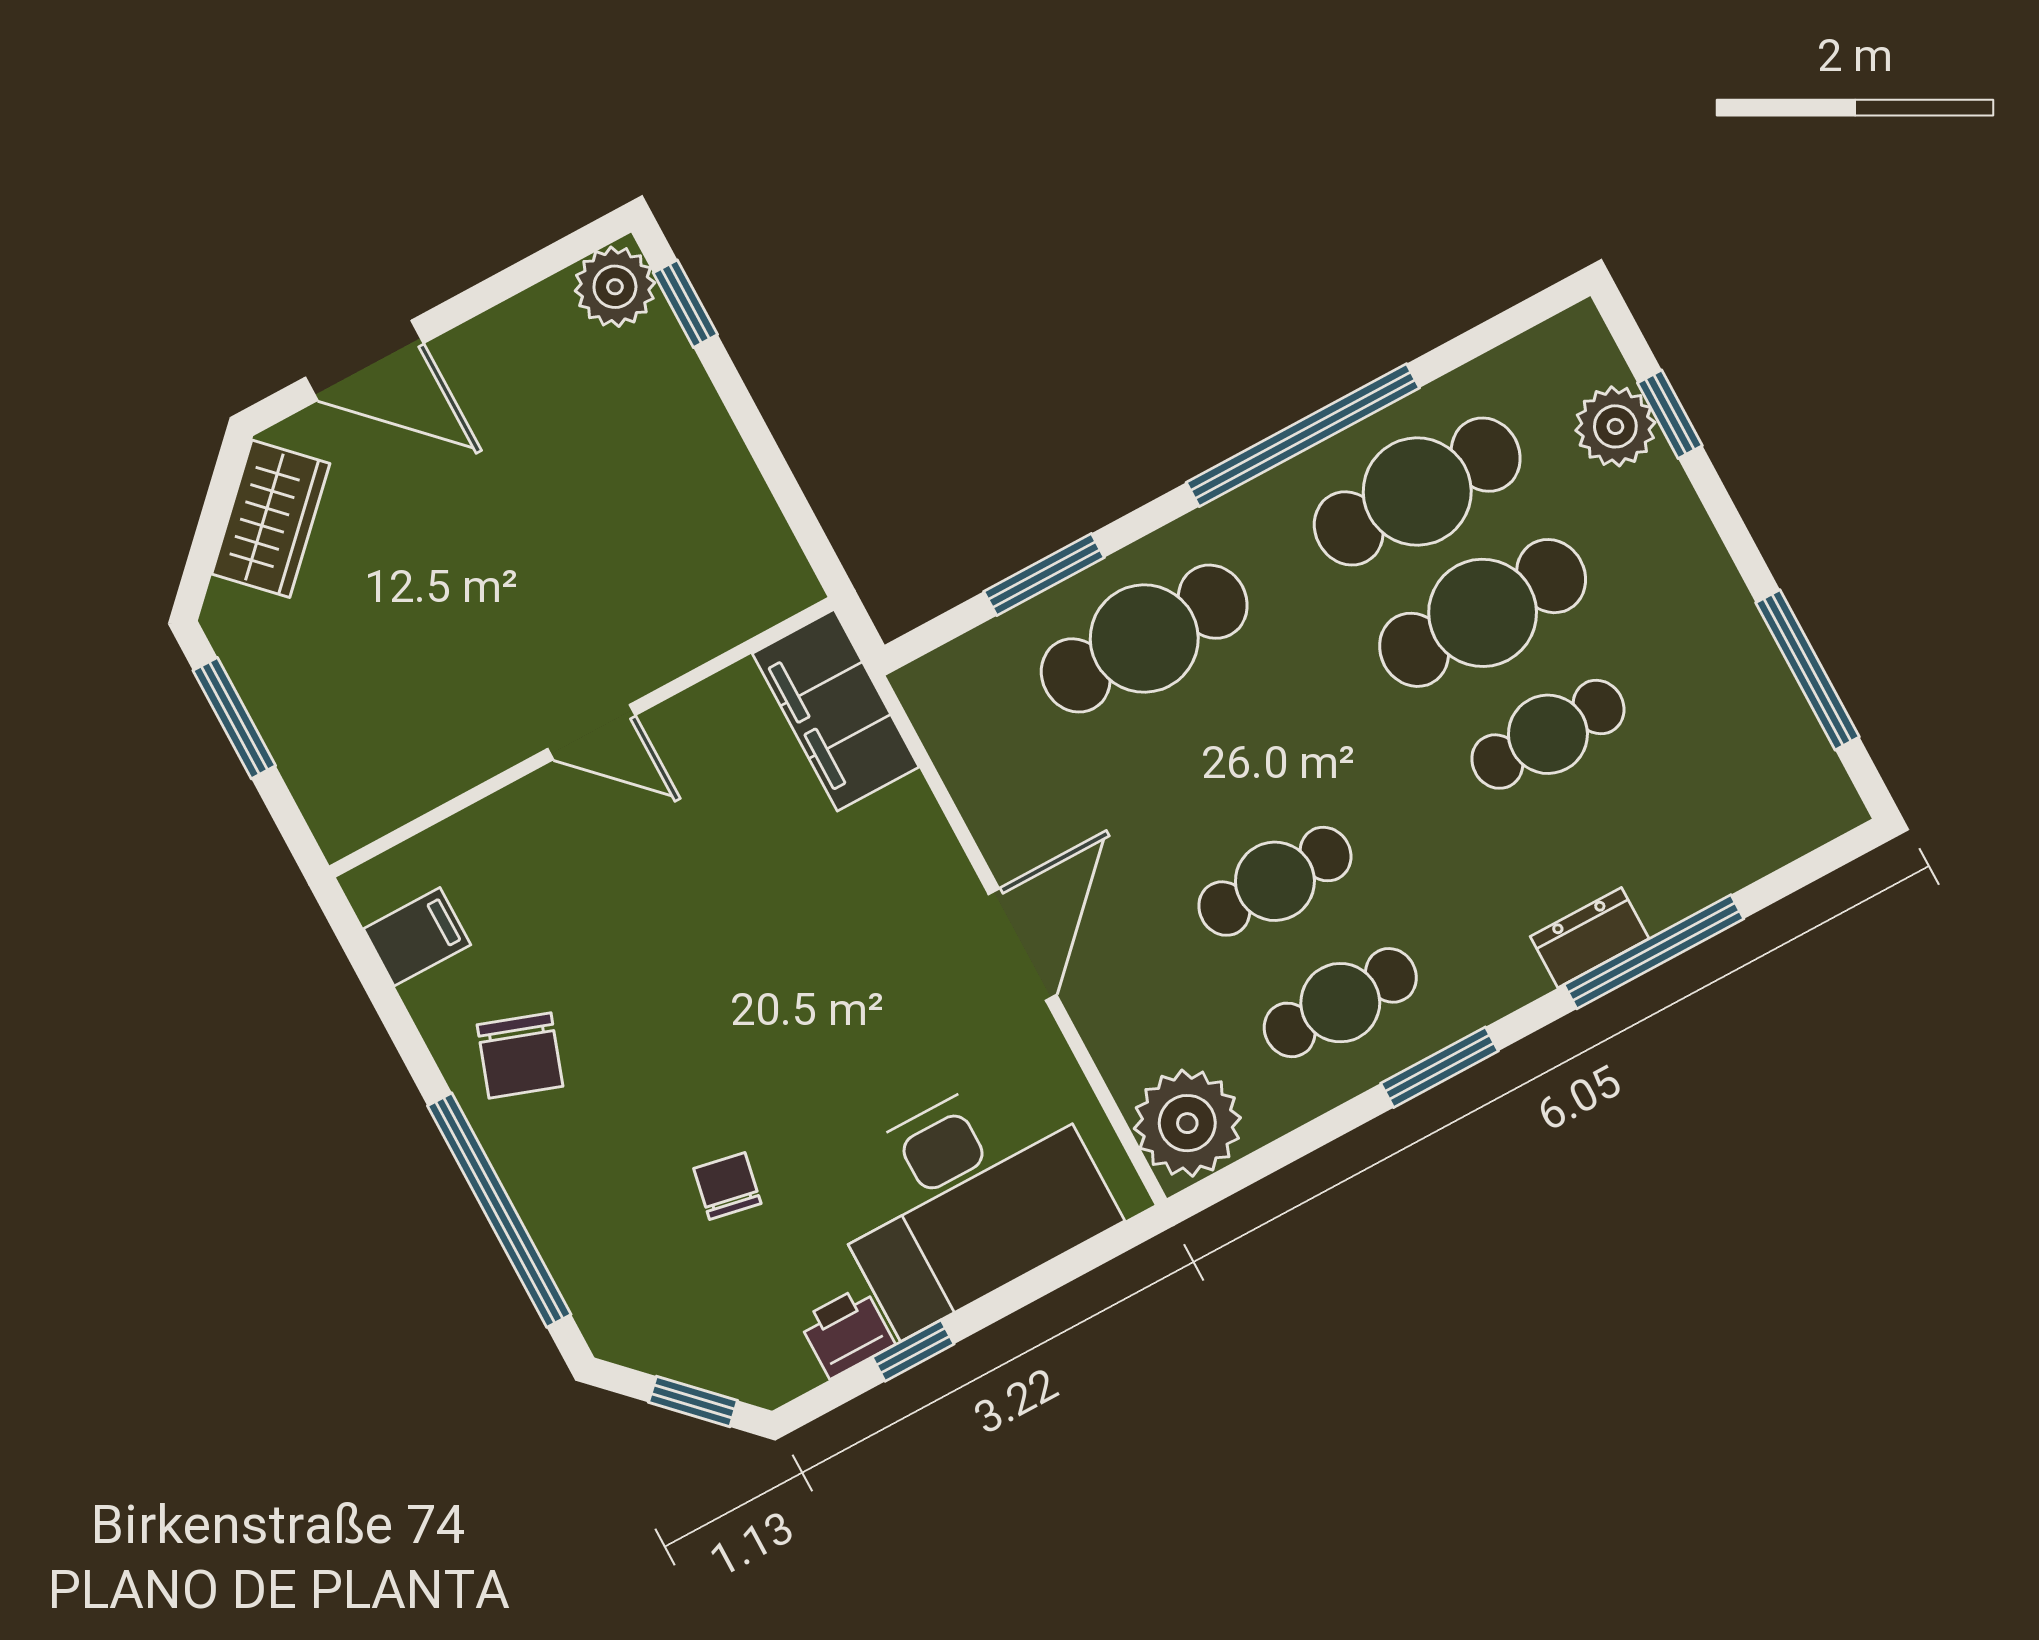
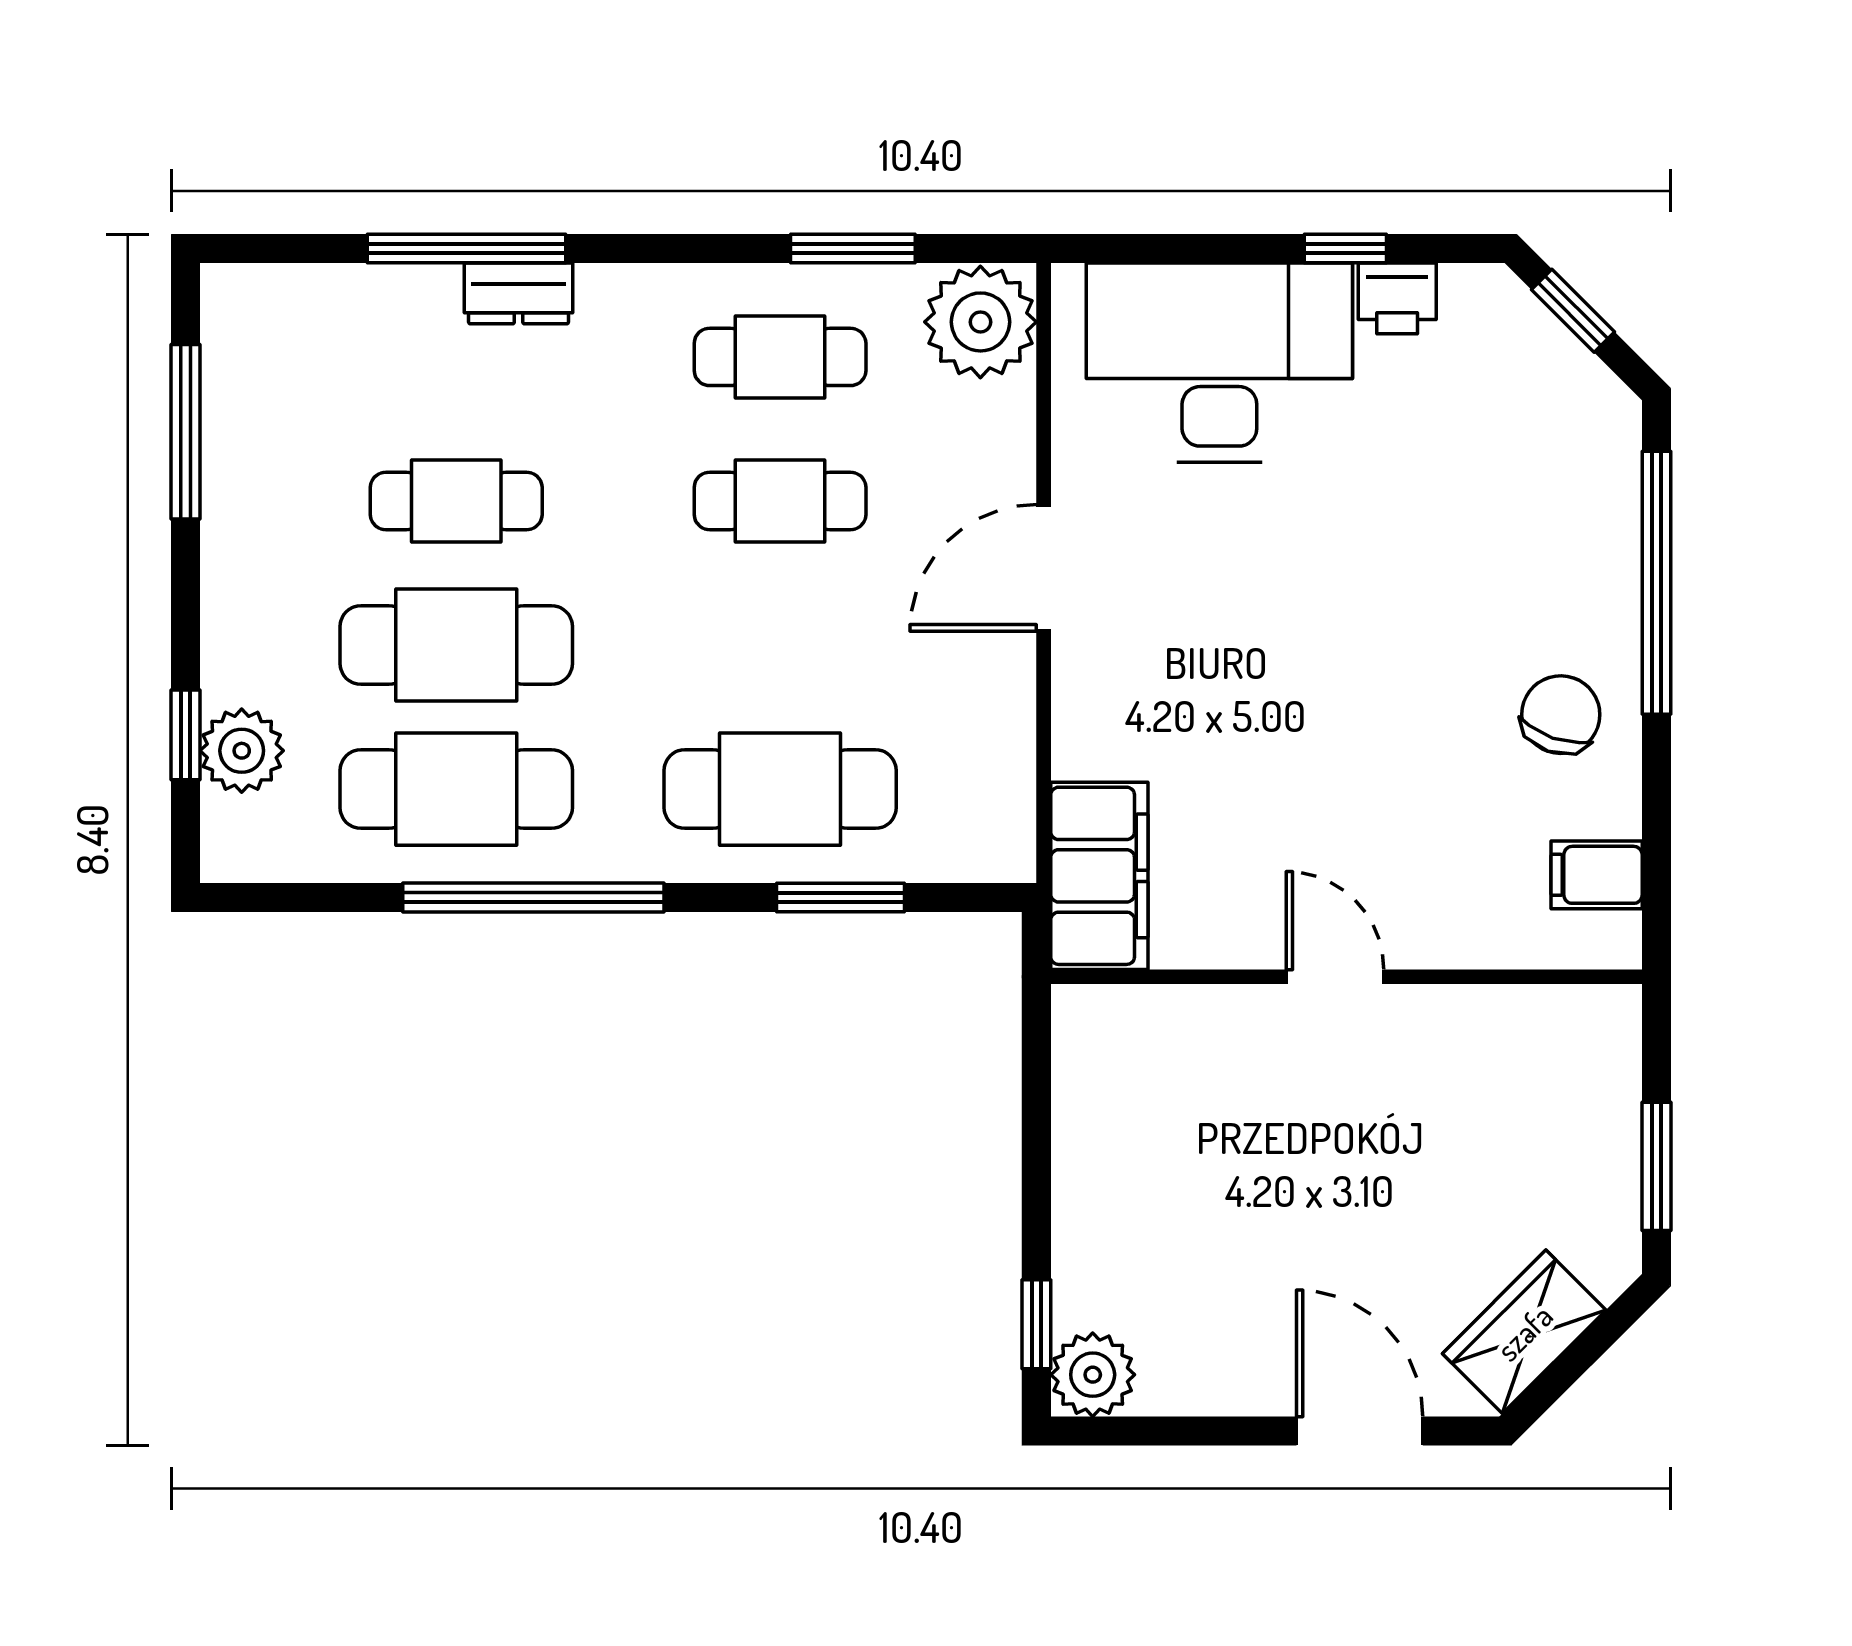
window: (1439, 1067) -> (853, 249), moved
chair: (727, 1186) -> (1435, 492), removed

